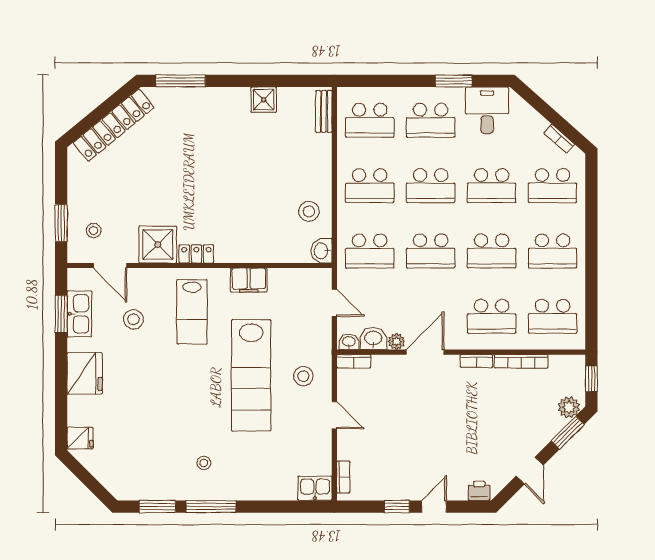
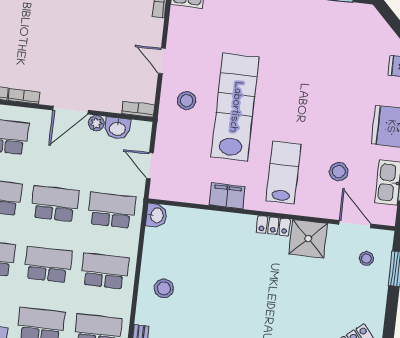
stool: (309, 211) -> (164, 288), moved
washbasin: (349, 342) -> (141, 128), removed
stool: (204, 463) -> (288, 30), removed

